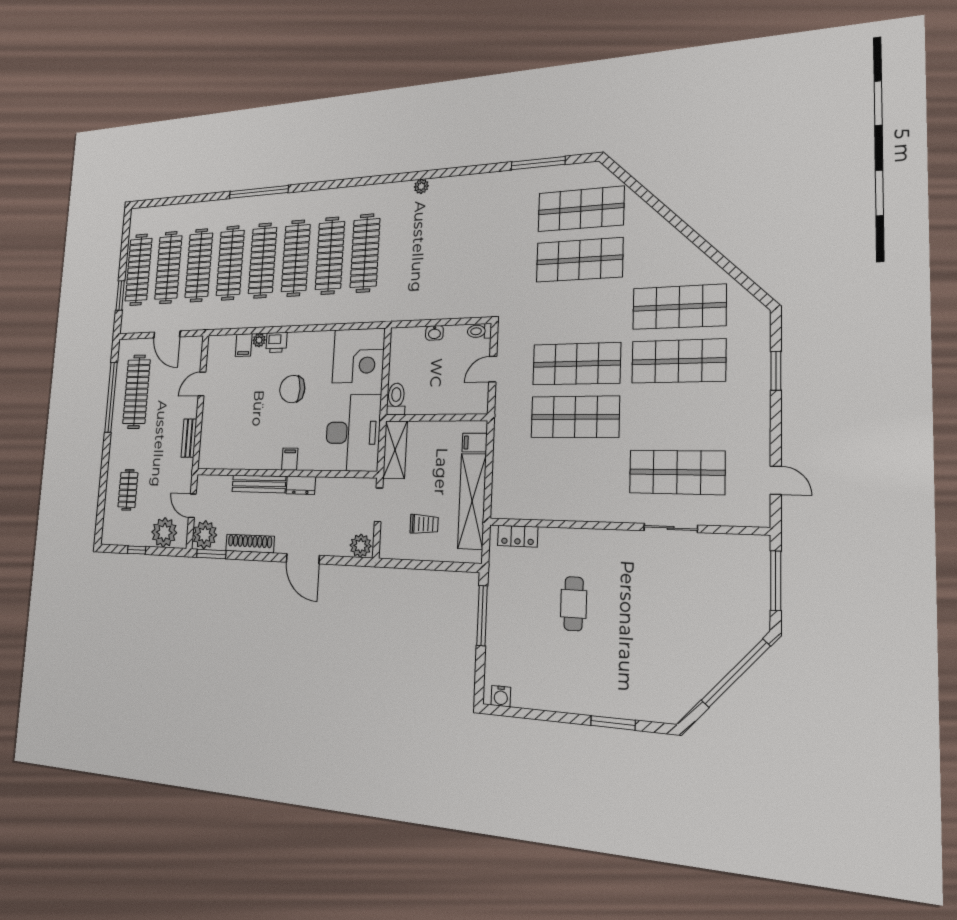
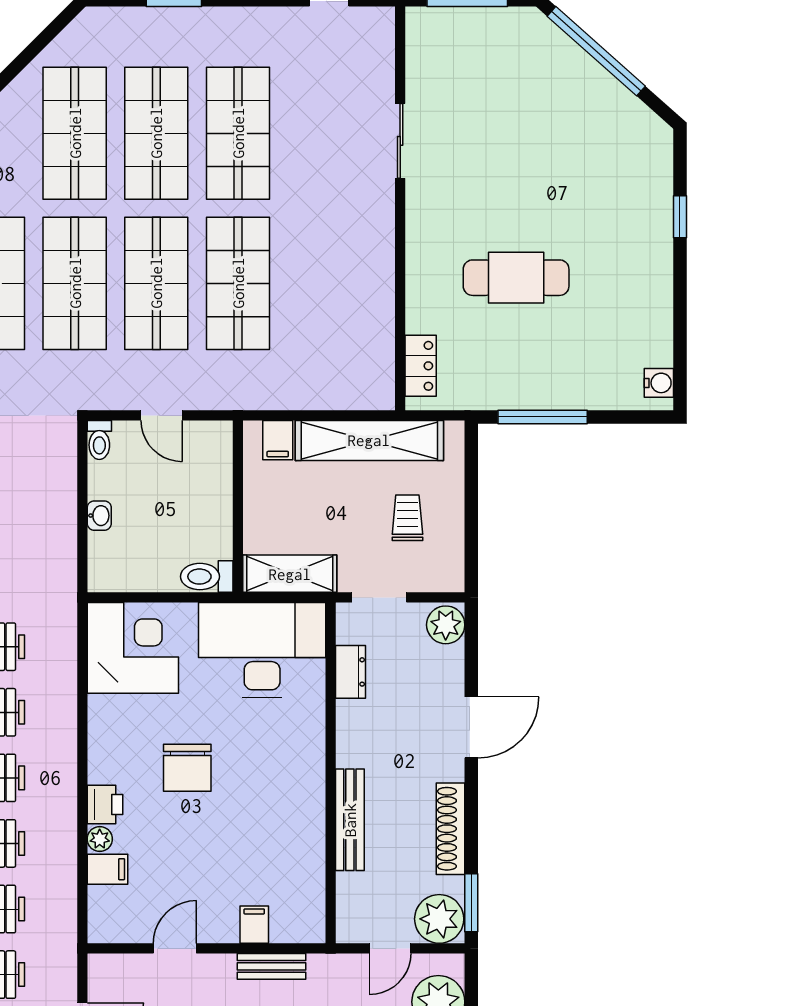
shop shelf: (578, 311) -> (75, 283), added
door: (202, 384) -> (175, 948), swing flipped
filing cabinet: (290, 459) -> (254, 925), moved, turned 90
shop shelf: (677, 472) -> (238, 133), moved
dresser: (301, 485) -> (350, 672), moved
cafe table: (574, 604) -> (516, 278), width x1.37, depth x1.35
window: (613, 723) -> (680, 217), width x0.67

